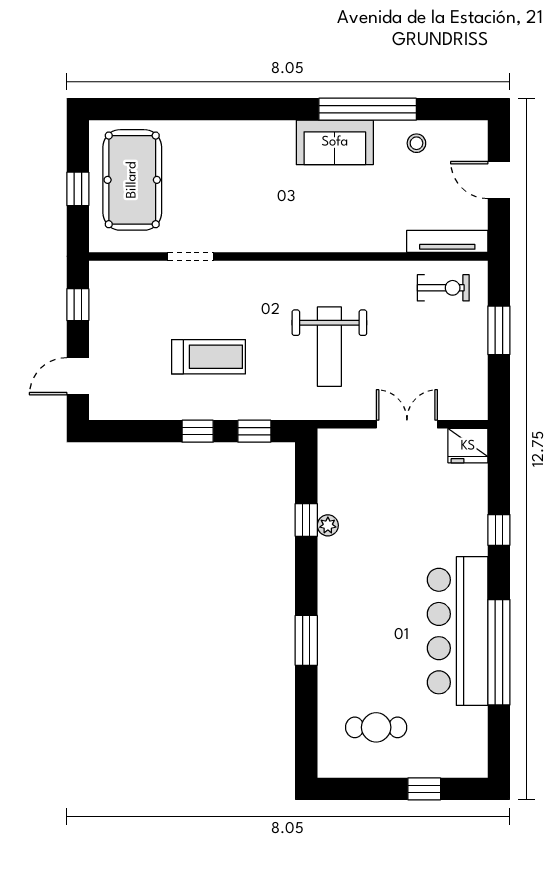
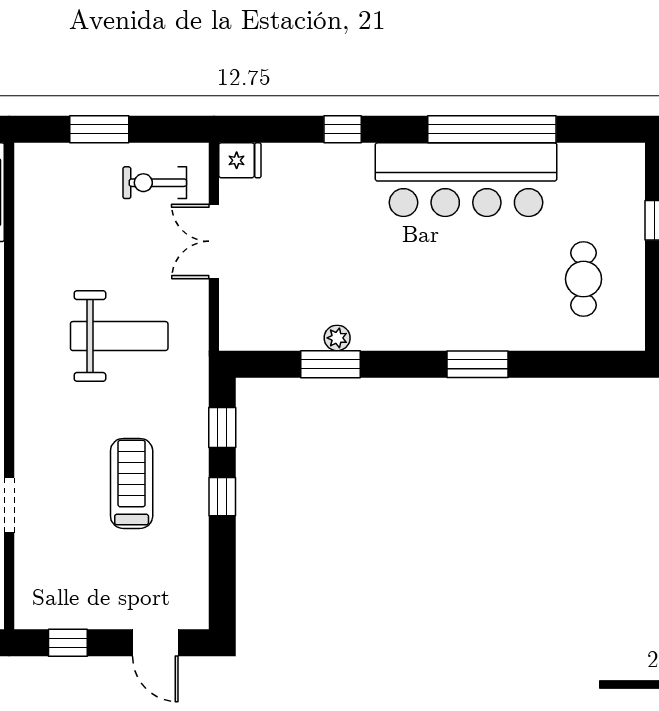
exercise bike: (443, 288) -> (155, 183), moved, turned -90
fridge: (468, 446) -> (240, 160), width x0.72
window: (306, 520) -> (331, 364), width x1.50

